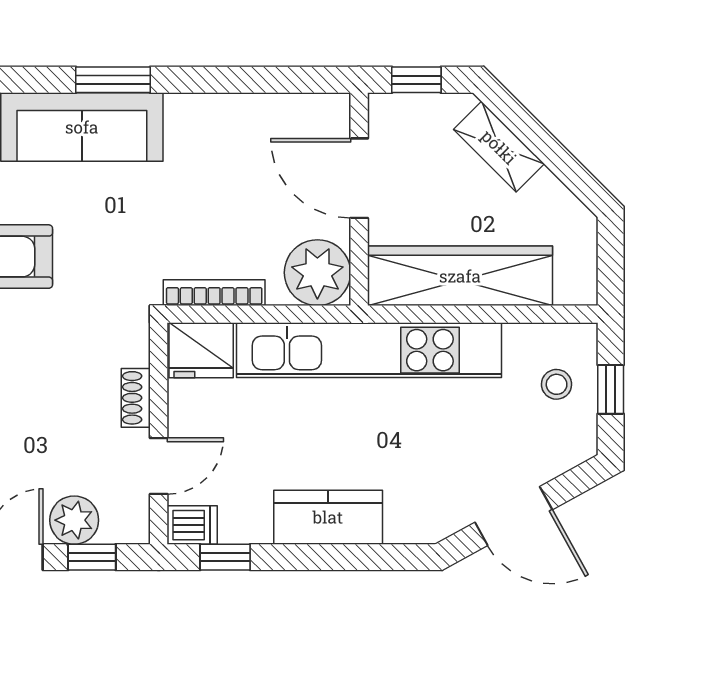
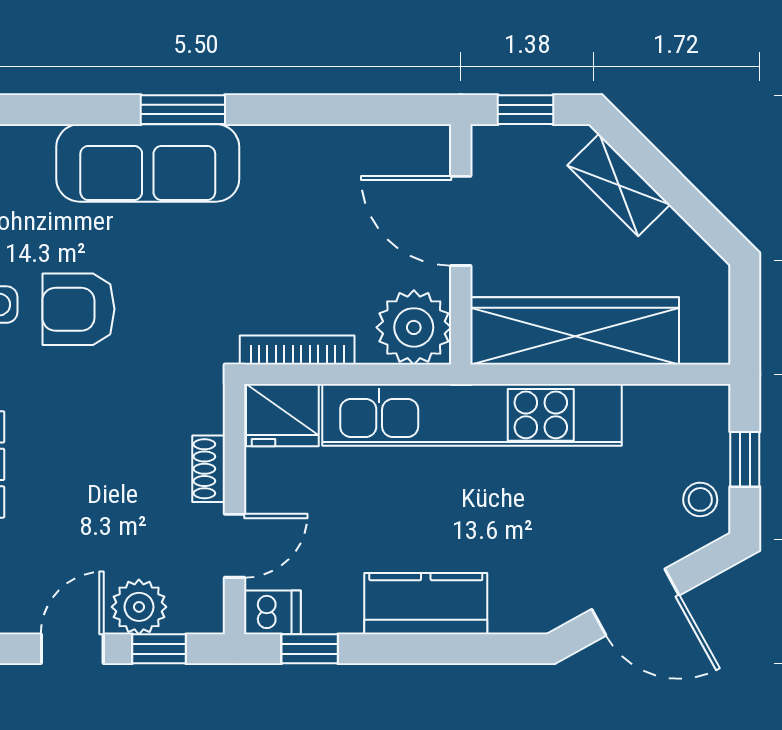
stool: (557, 384) -> (700, 499), moved

